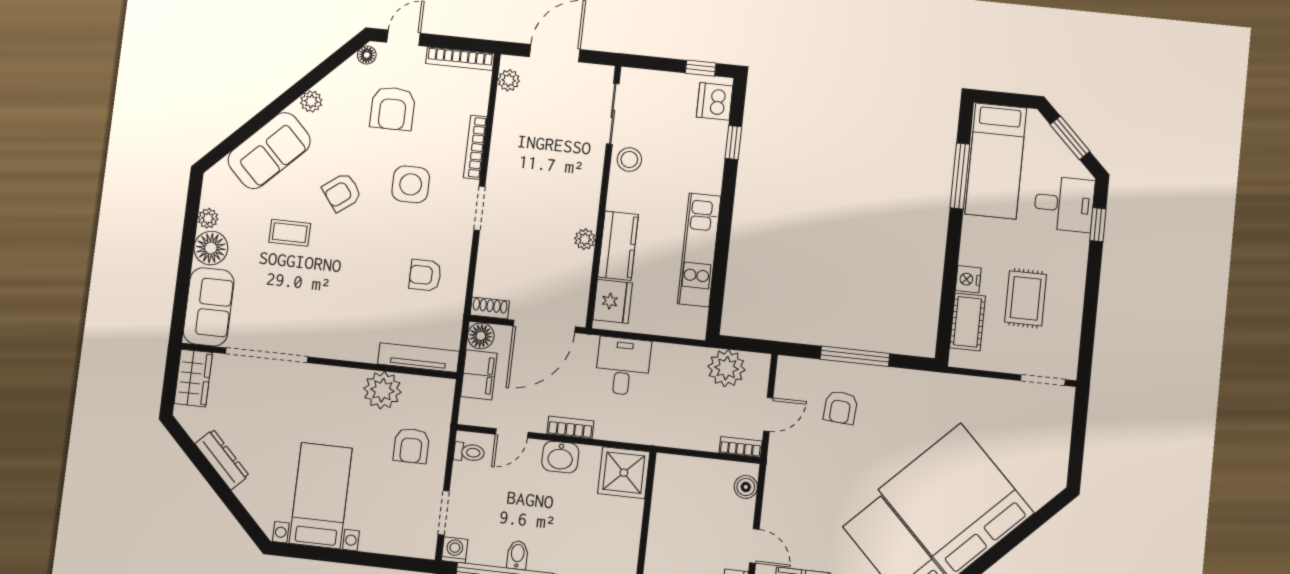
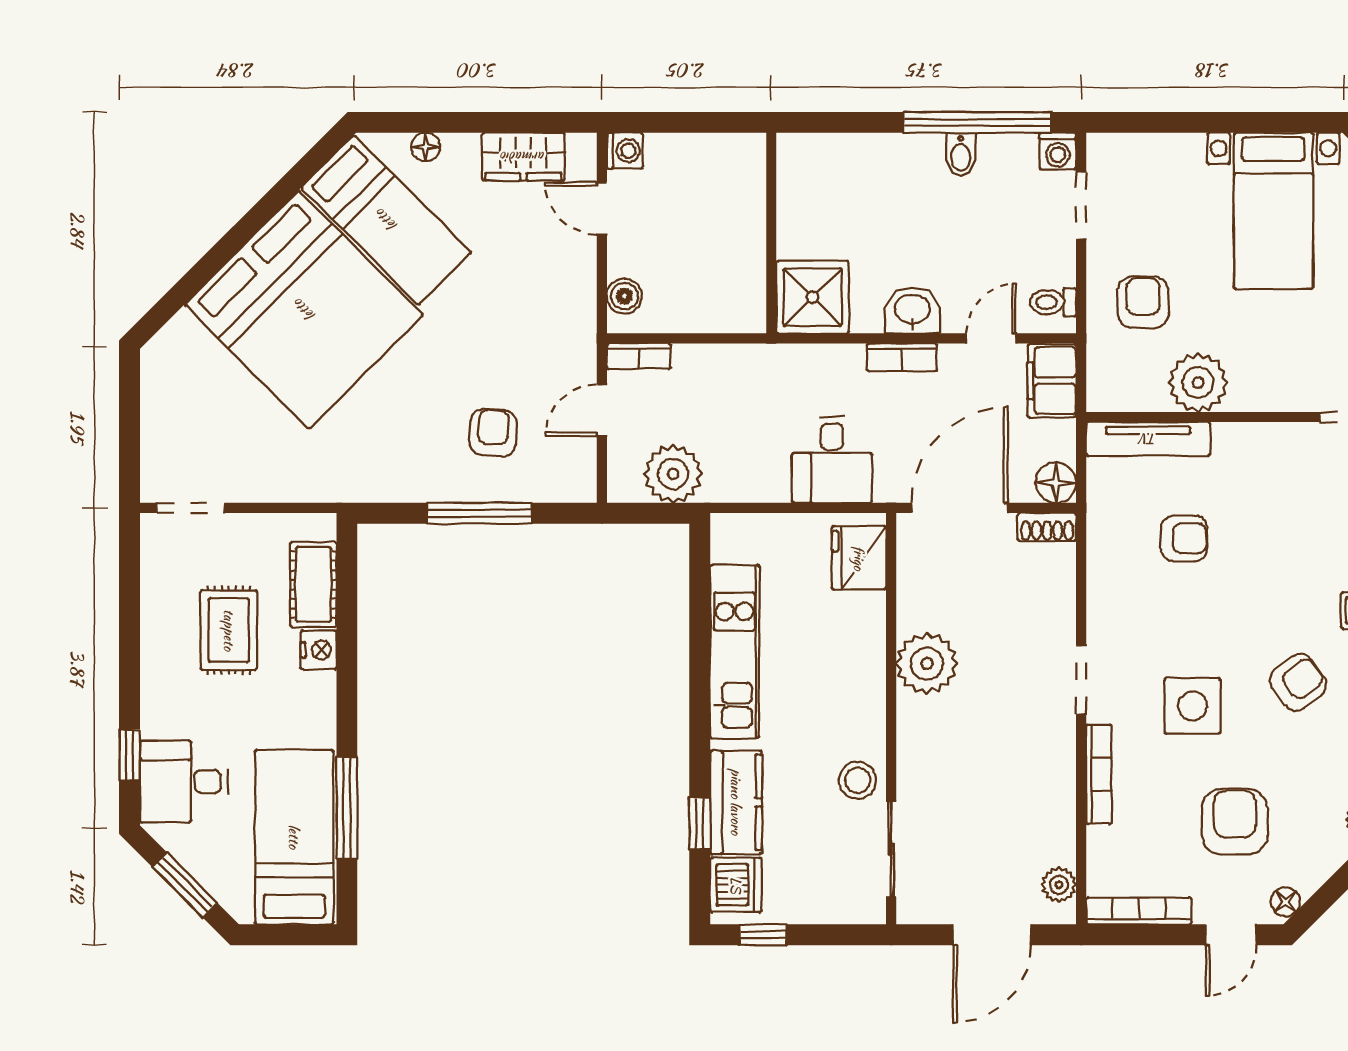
plant: (585, 239) -> (927, 664), width x1.88, depth x1.88
kitchen counter: (618, 246) -> (736, 802), moved, turned 180
armchair: (425, 275) -> (1184, 538), moved
filing cabinet: (479, 375) -> (1052, 381), moved

